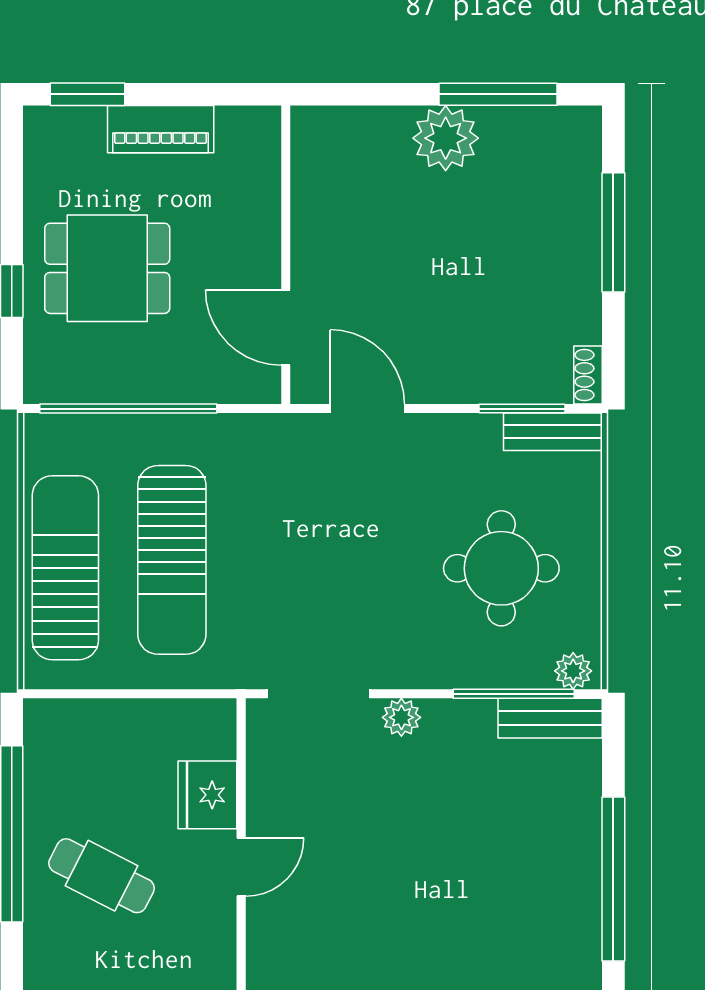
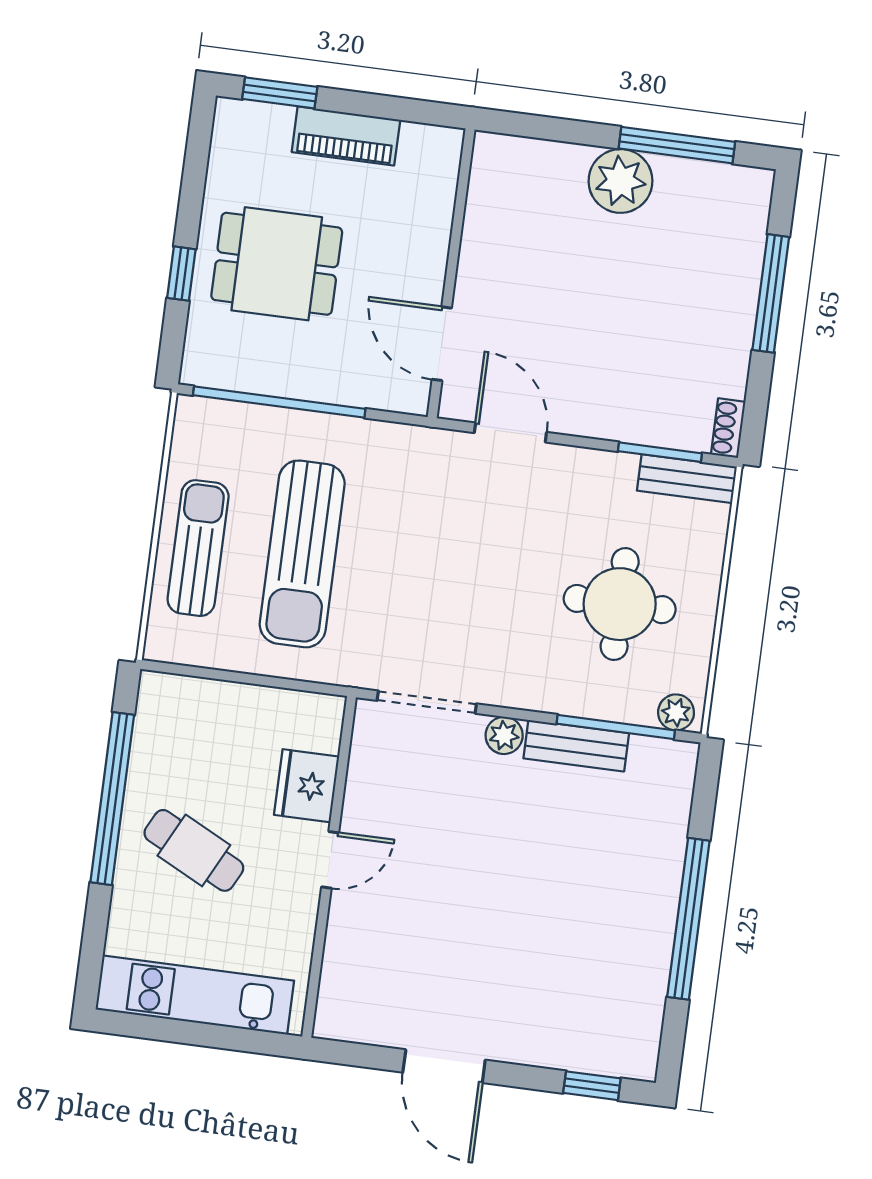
sun lounger: (65, 568) -> (198, 548), width x0.73, depth x0.75
bench: (550, 718) -> (576, 746), moved

